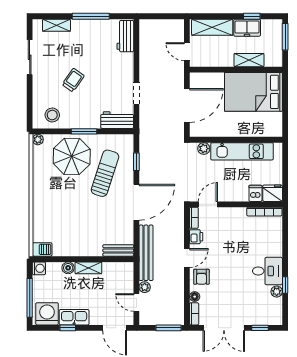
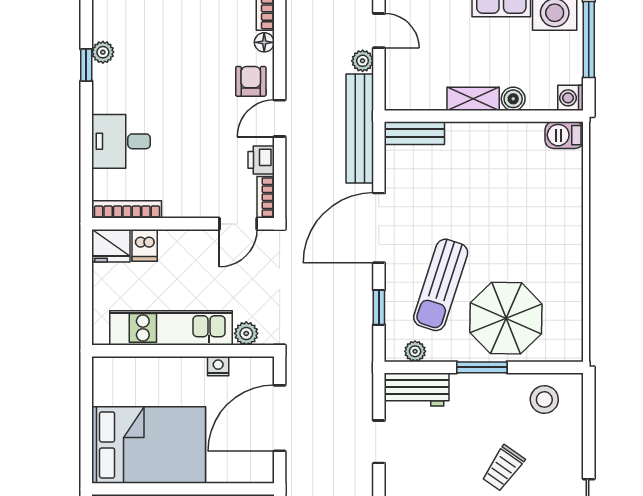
nightstand: (218, 132) -> (218, 366), added
plant: (38, 139) -> (415, 351), moved
desk: (267, 271) -> (121, 141), moved

